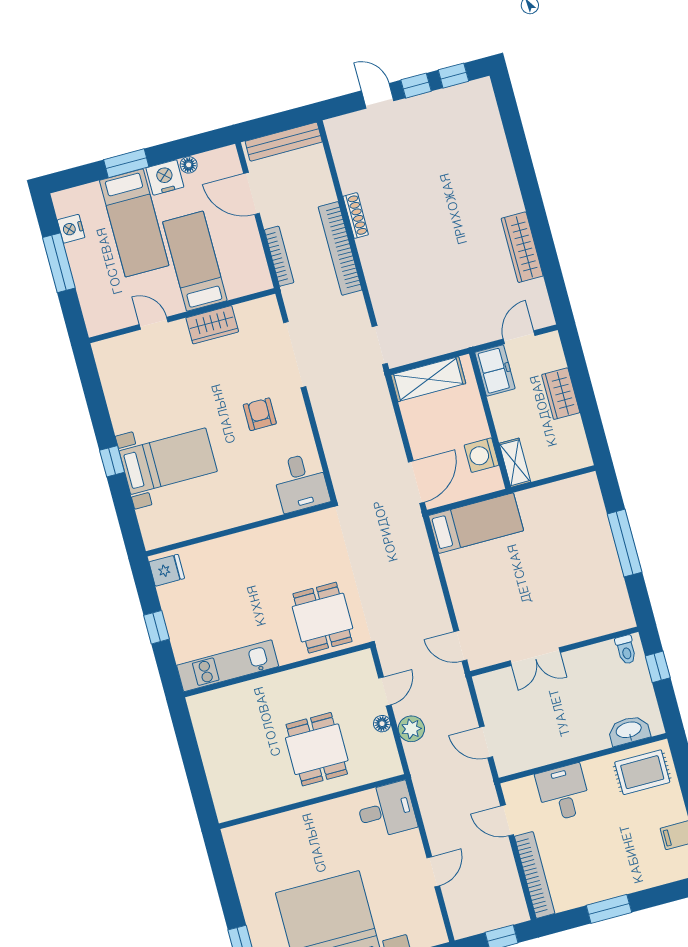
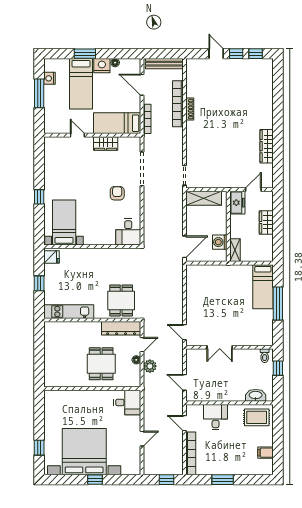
bookcase: (340, 248) -> (178, 104), moved
bed: (195, 261) -> (117, 123), moved, turned -90
bed with nightstands: (168, 461) -> (64, 222), moved, turned -90
bed: (476, 523) -> (263, 287), moved, turned 90
dresser: (337, 671) -> (121, 328), added

